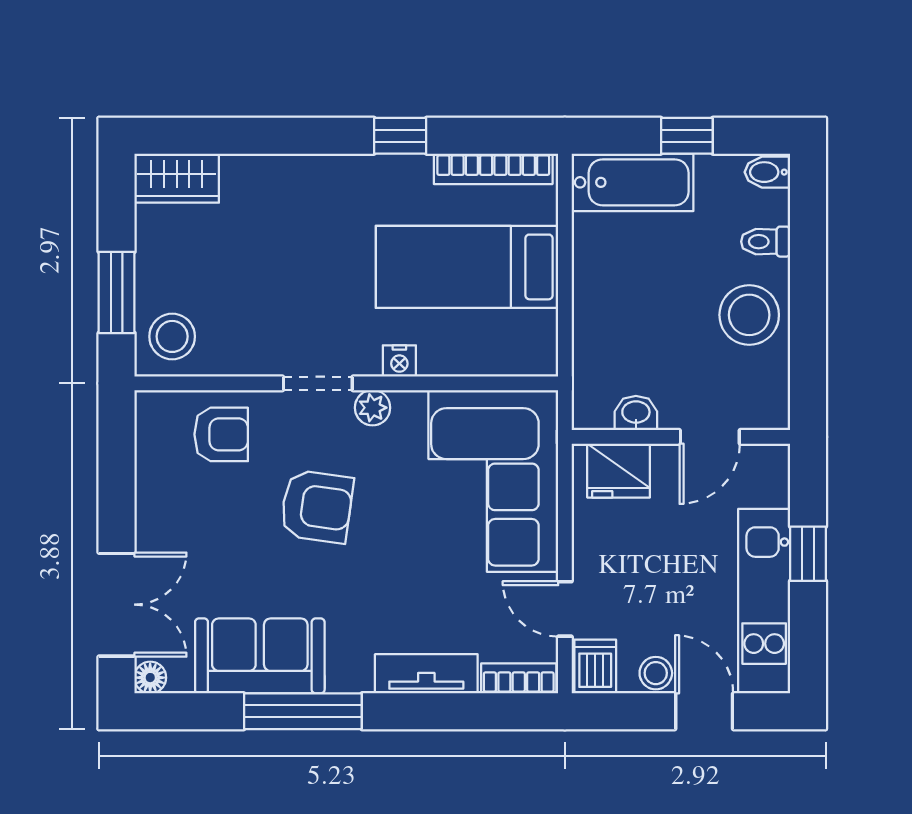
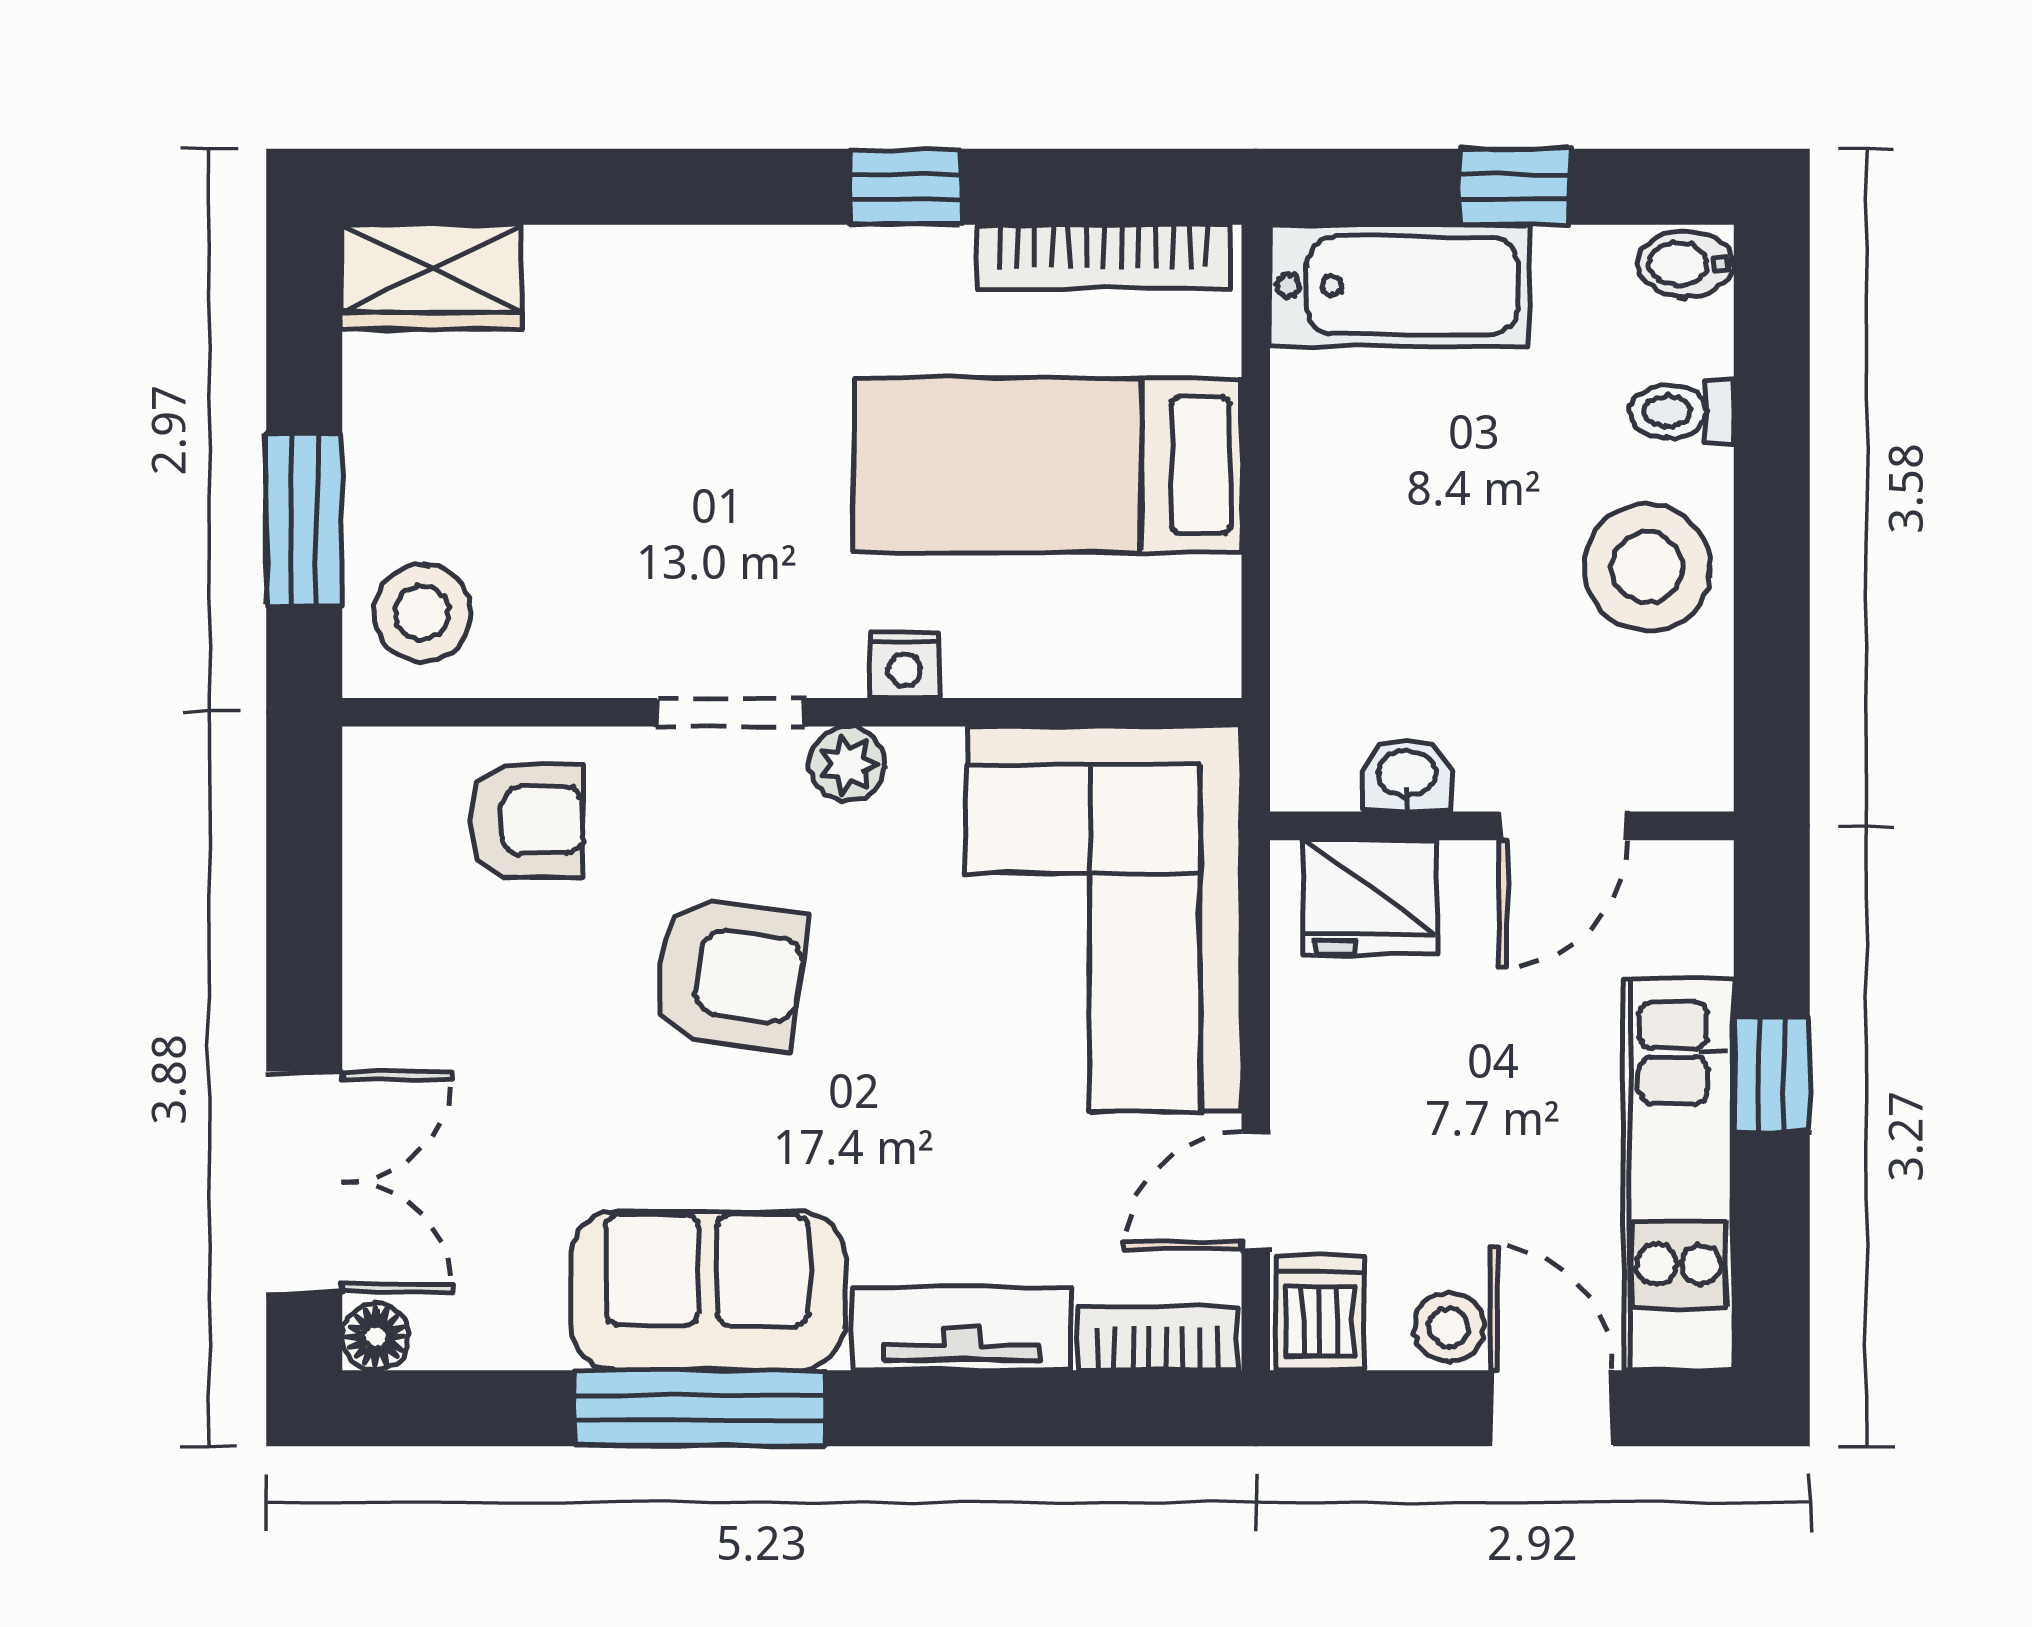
door: (565, 609) -> (1256, 1191), hinge flipped
sofa: (260, 656) -> (707, 1291), moved

